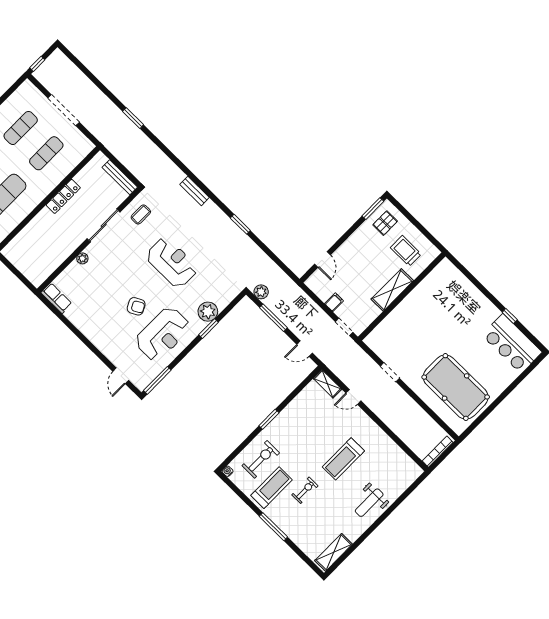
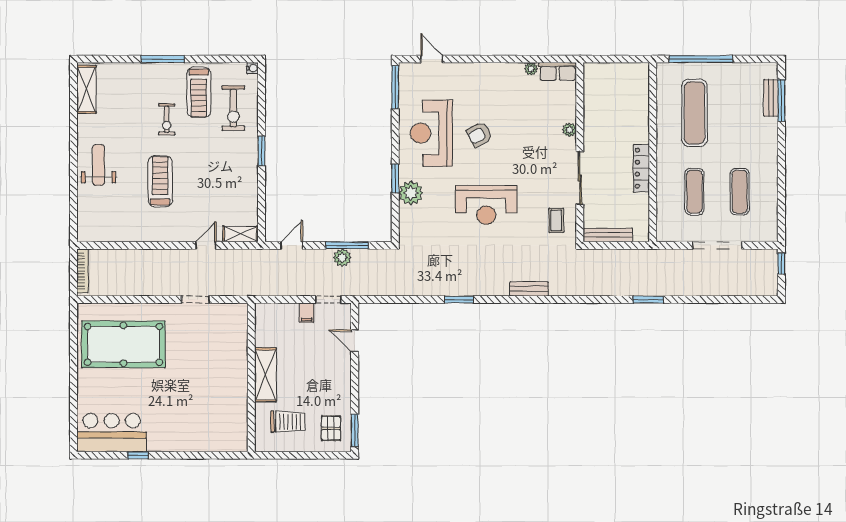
plant: (261, 292) -> (342, 258), moved
plant: (70, 315) -> (531, 69), added
doorway: (344, 327) -> (328, 300), moved

